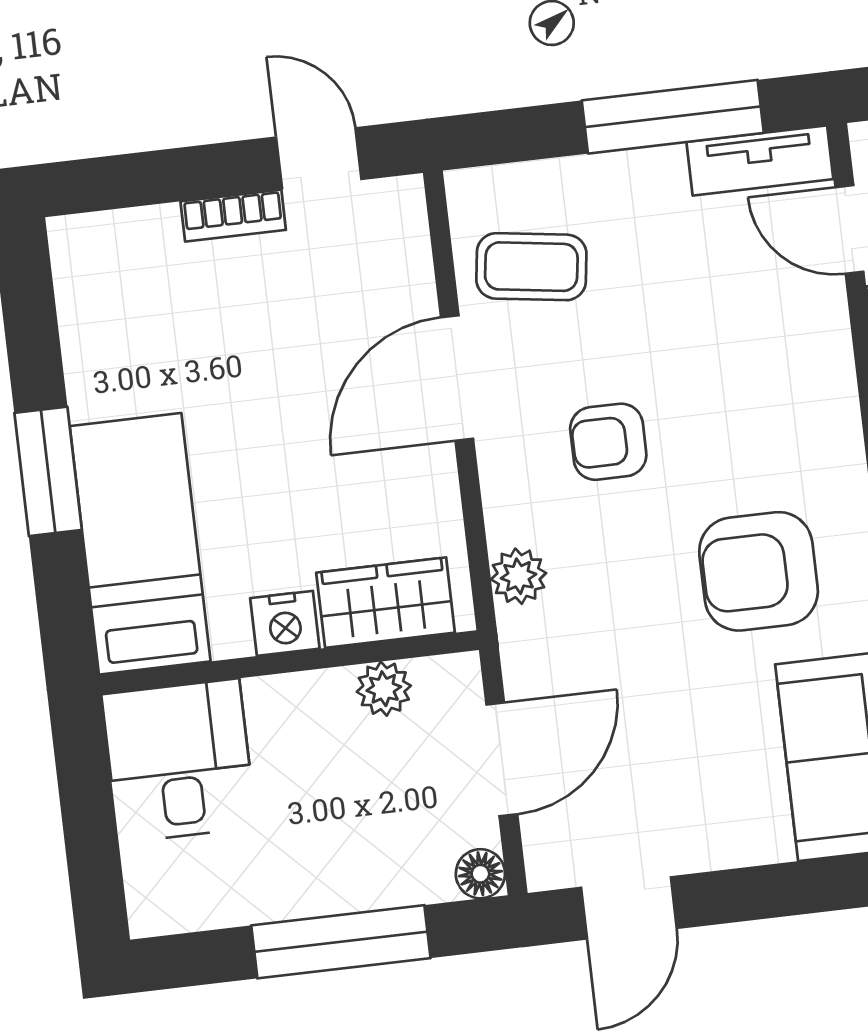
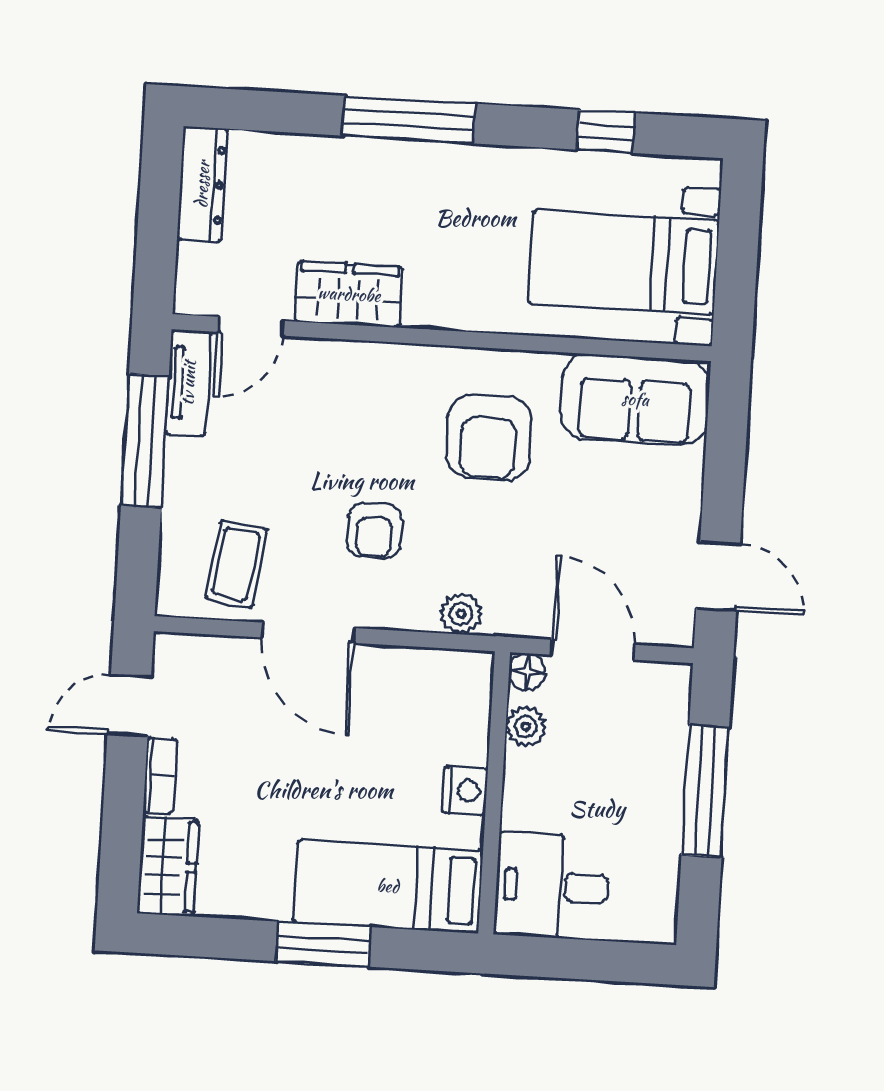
wardrobe: (386, 603) -> (168, 866), moved, turned 180
floor lamp: (480, 874) -> (527, 672), moved

